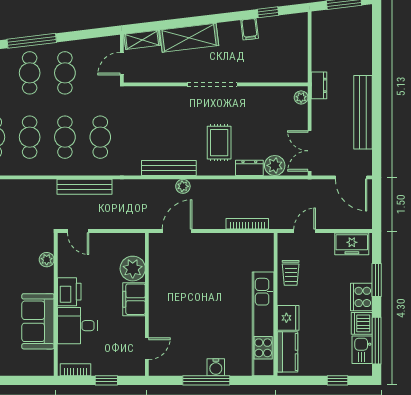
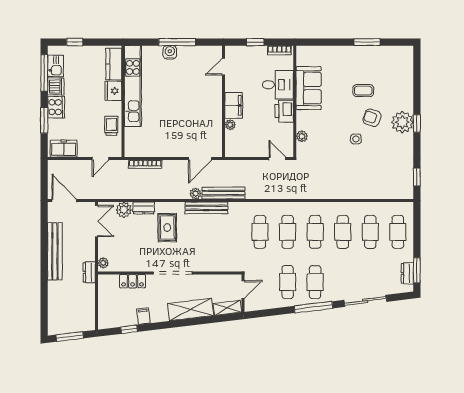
locker: (264, 74) -> (133, 281), added
bench: (84, 187) -> (223, 193), moved
plant: (133, 269) -> (230, 125), width x0.53, depth x0.53

